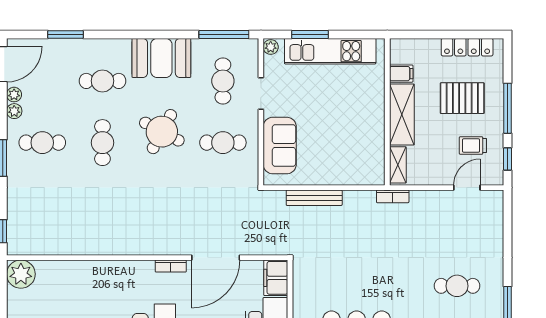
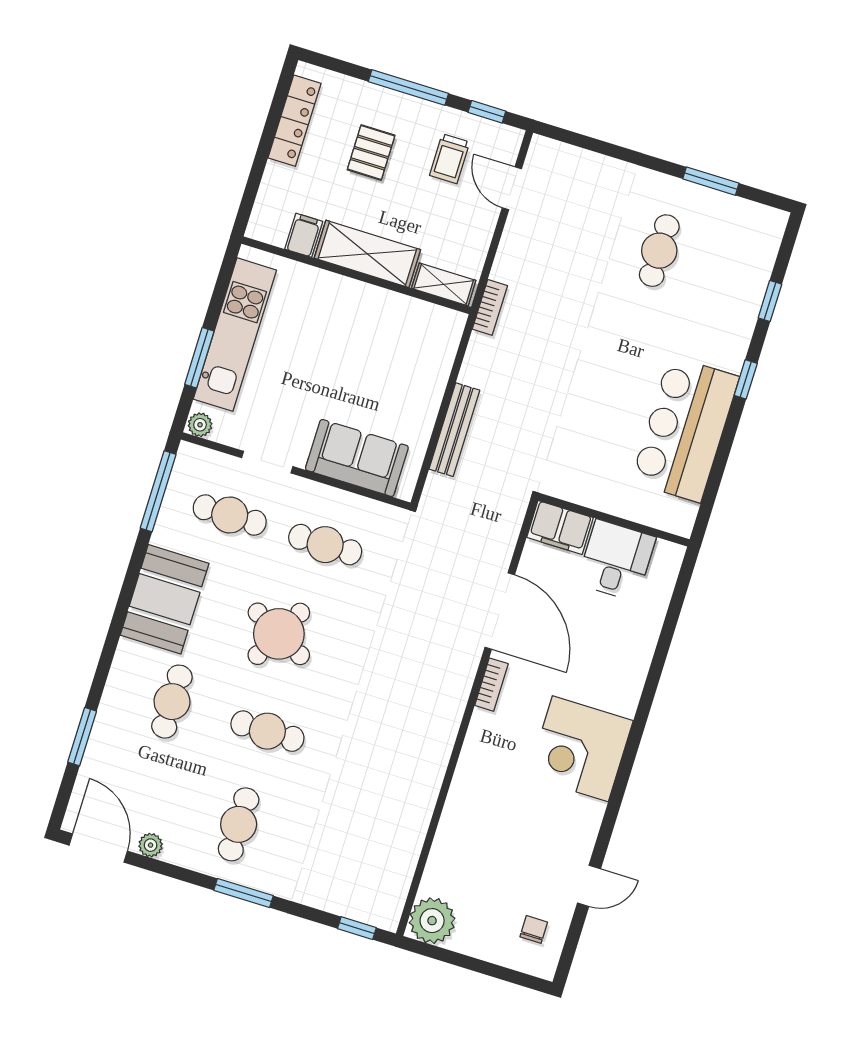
pallet: (462, 98) -> (371, 153), width x0.67, depth x0.71
plant: (14, 111) -> (176, 853), removed
cafe table: (223, 143) -> (325, 545), turned 90

